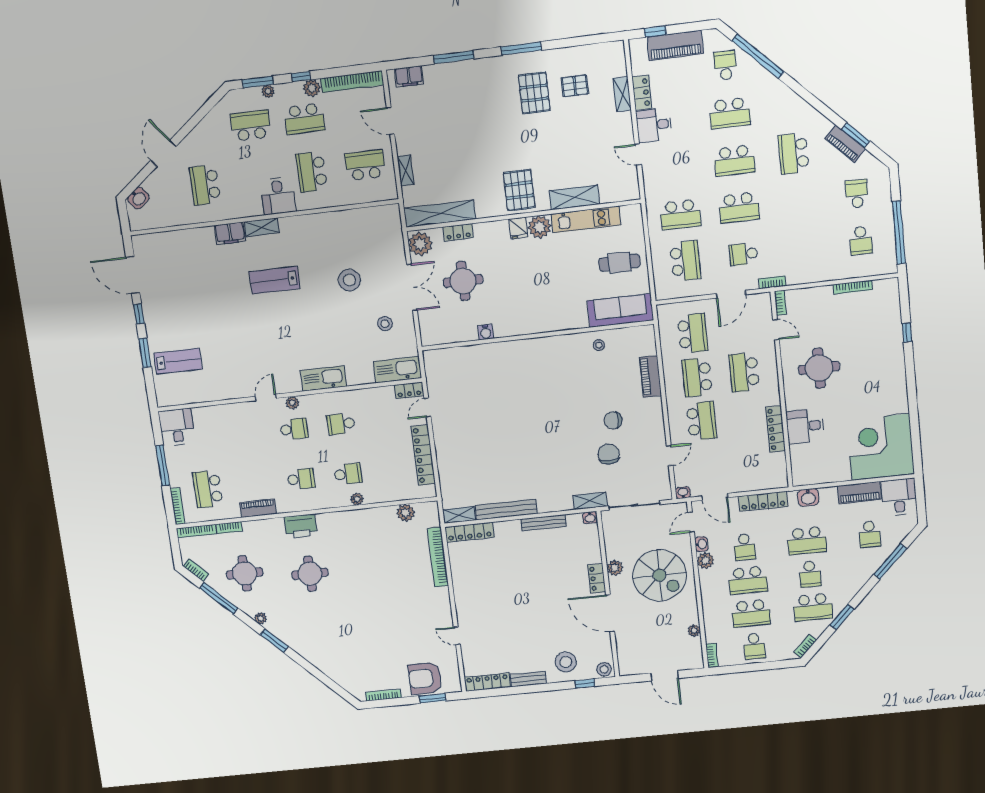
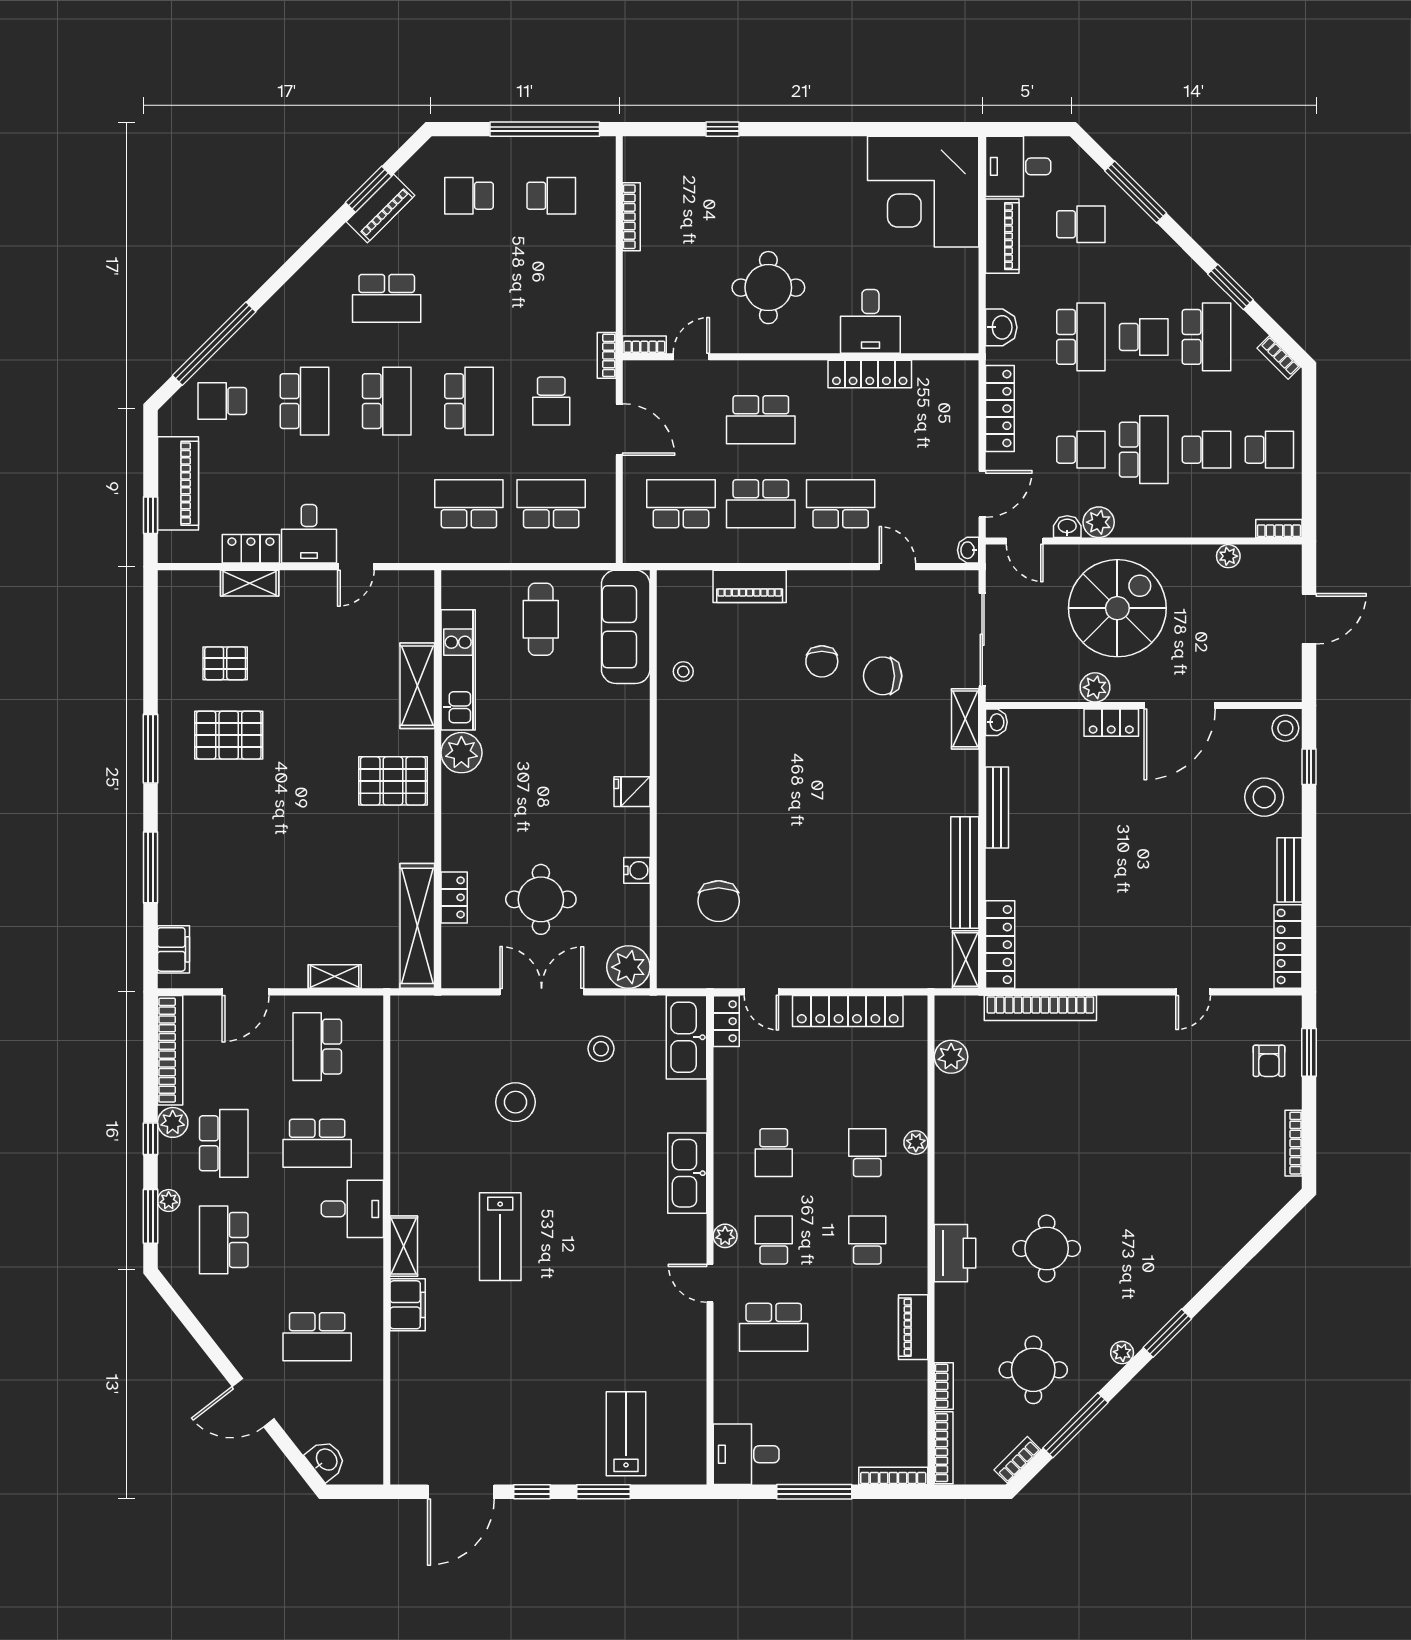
pallet: (575, 86) -> (225, 663), turned 90
school desk: (680, 215) -> (469, 504), turned -90
fridge: (518, 228) -> (632, 792), moved, turned 180
plant: (420, 244) -> (628, 967), moved
chair: (474, 379) -> (719, 901), added
school desk: (208, 489) -> (774, 1327), moved
school desk: (751, 613) -> (1207, 450), width x0.54
armchair: (425, 678) -> (1269, 1061), width x0.53, depth x0.53

